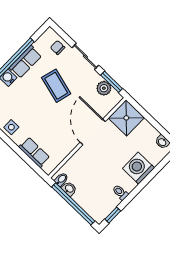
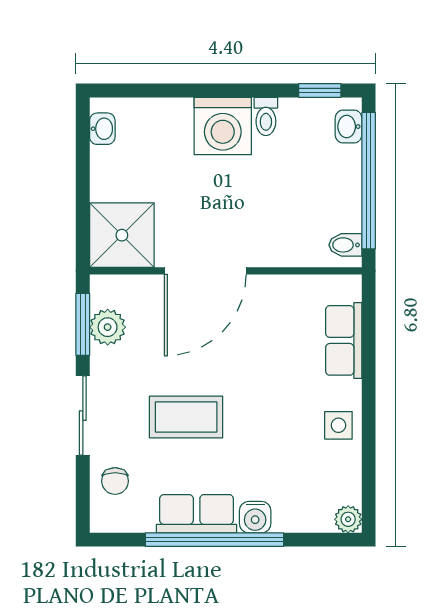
coffee table: (56, 86) -> (186, 417), turned 75
washing machine: (138, 168) -> (223, 126), moved
washbasin: (69, 189) -> (349, 127), moved

